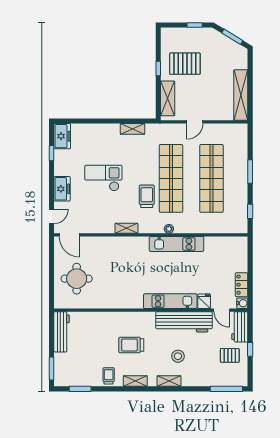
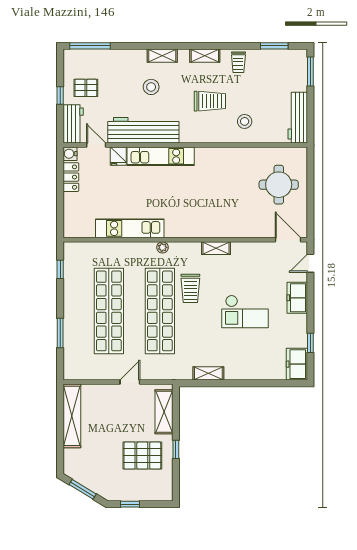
window: (250, 172) -> (60, 333), moved
kitchen unit: (176, 244) -> (130, 228), moved
stool: (104, 329) -> (245, 121), added

